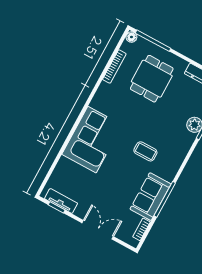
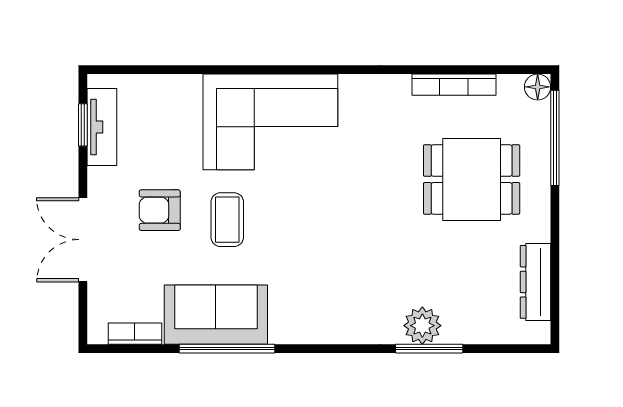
coffee table: (145, 151) -> (227, 220), moved
armchair: (102, 196) -> (160, 210), added
double door: (98, 230) -> (83, 240), swing flipped

